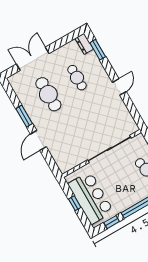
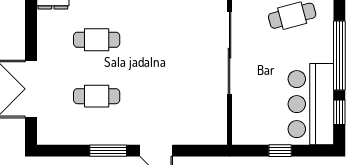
cafe table: (48, 94) -> (97, 96), width x0.73, depth x0.74
bar counter: (91, 198) -> (311, 104), moved, turned -90

